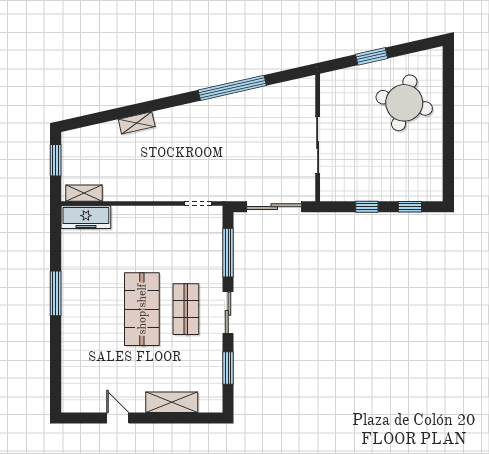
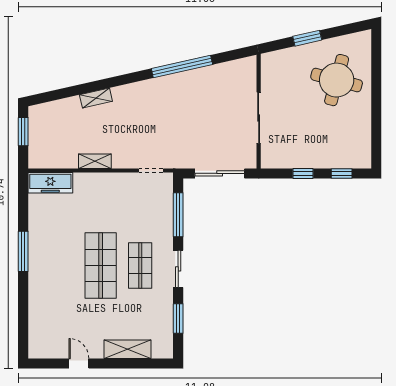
shelving: (84, 193) -> (95, 161), moved

